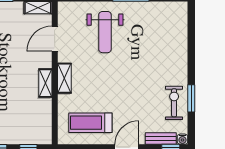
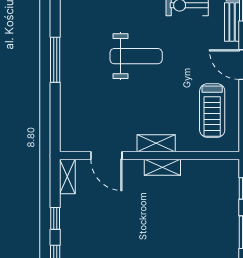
weight bench: (105, 32) -> (136, 56), moved

